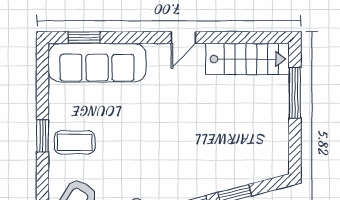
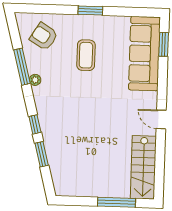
coffee table: (75, 142) -> (86, 55), moved

